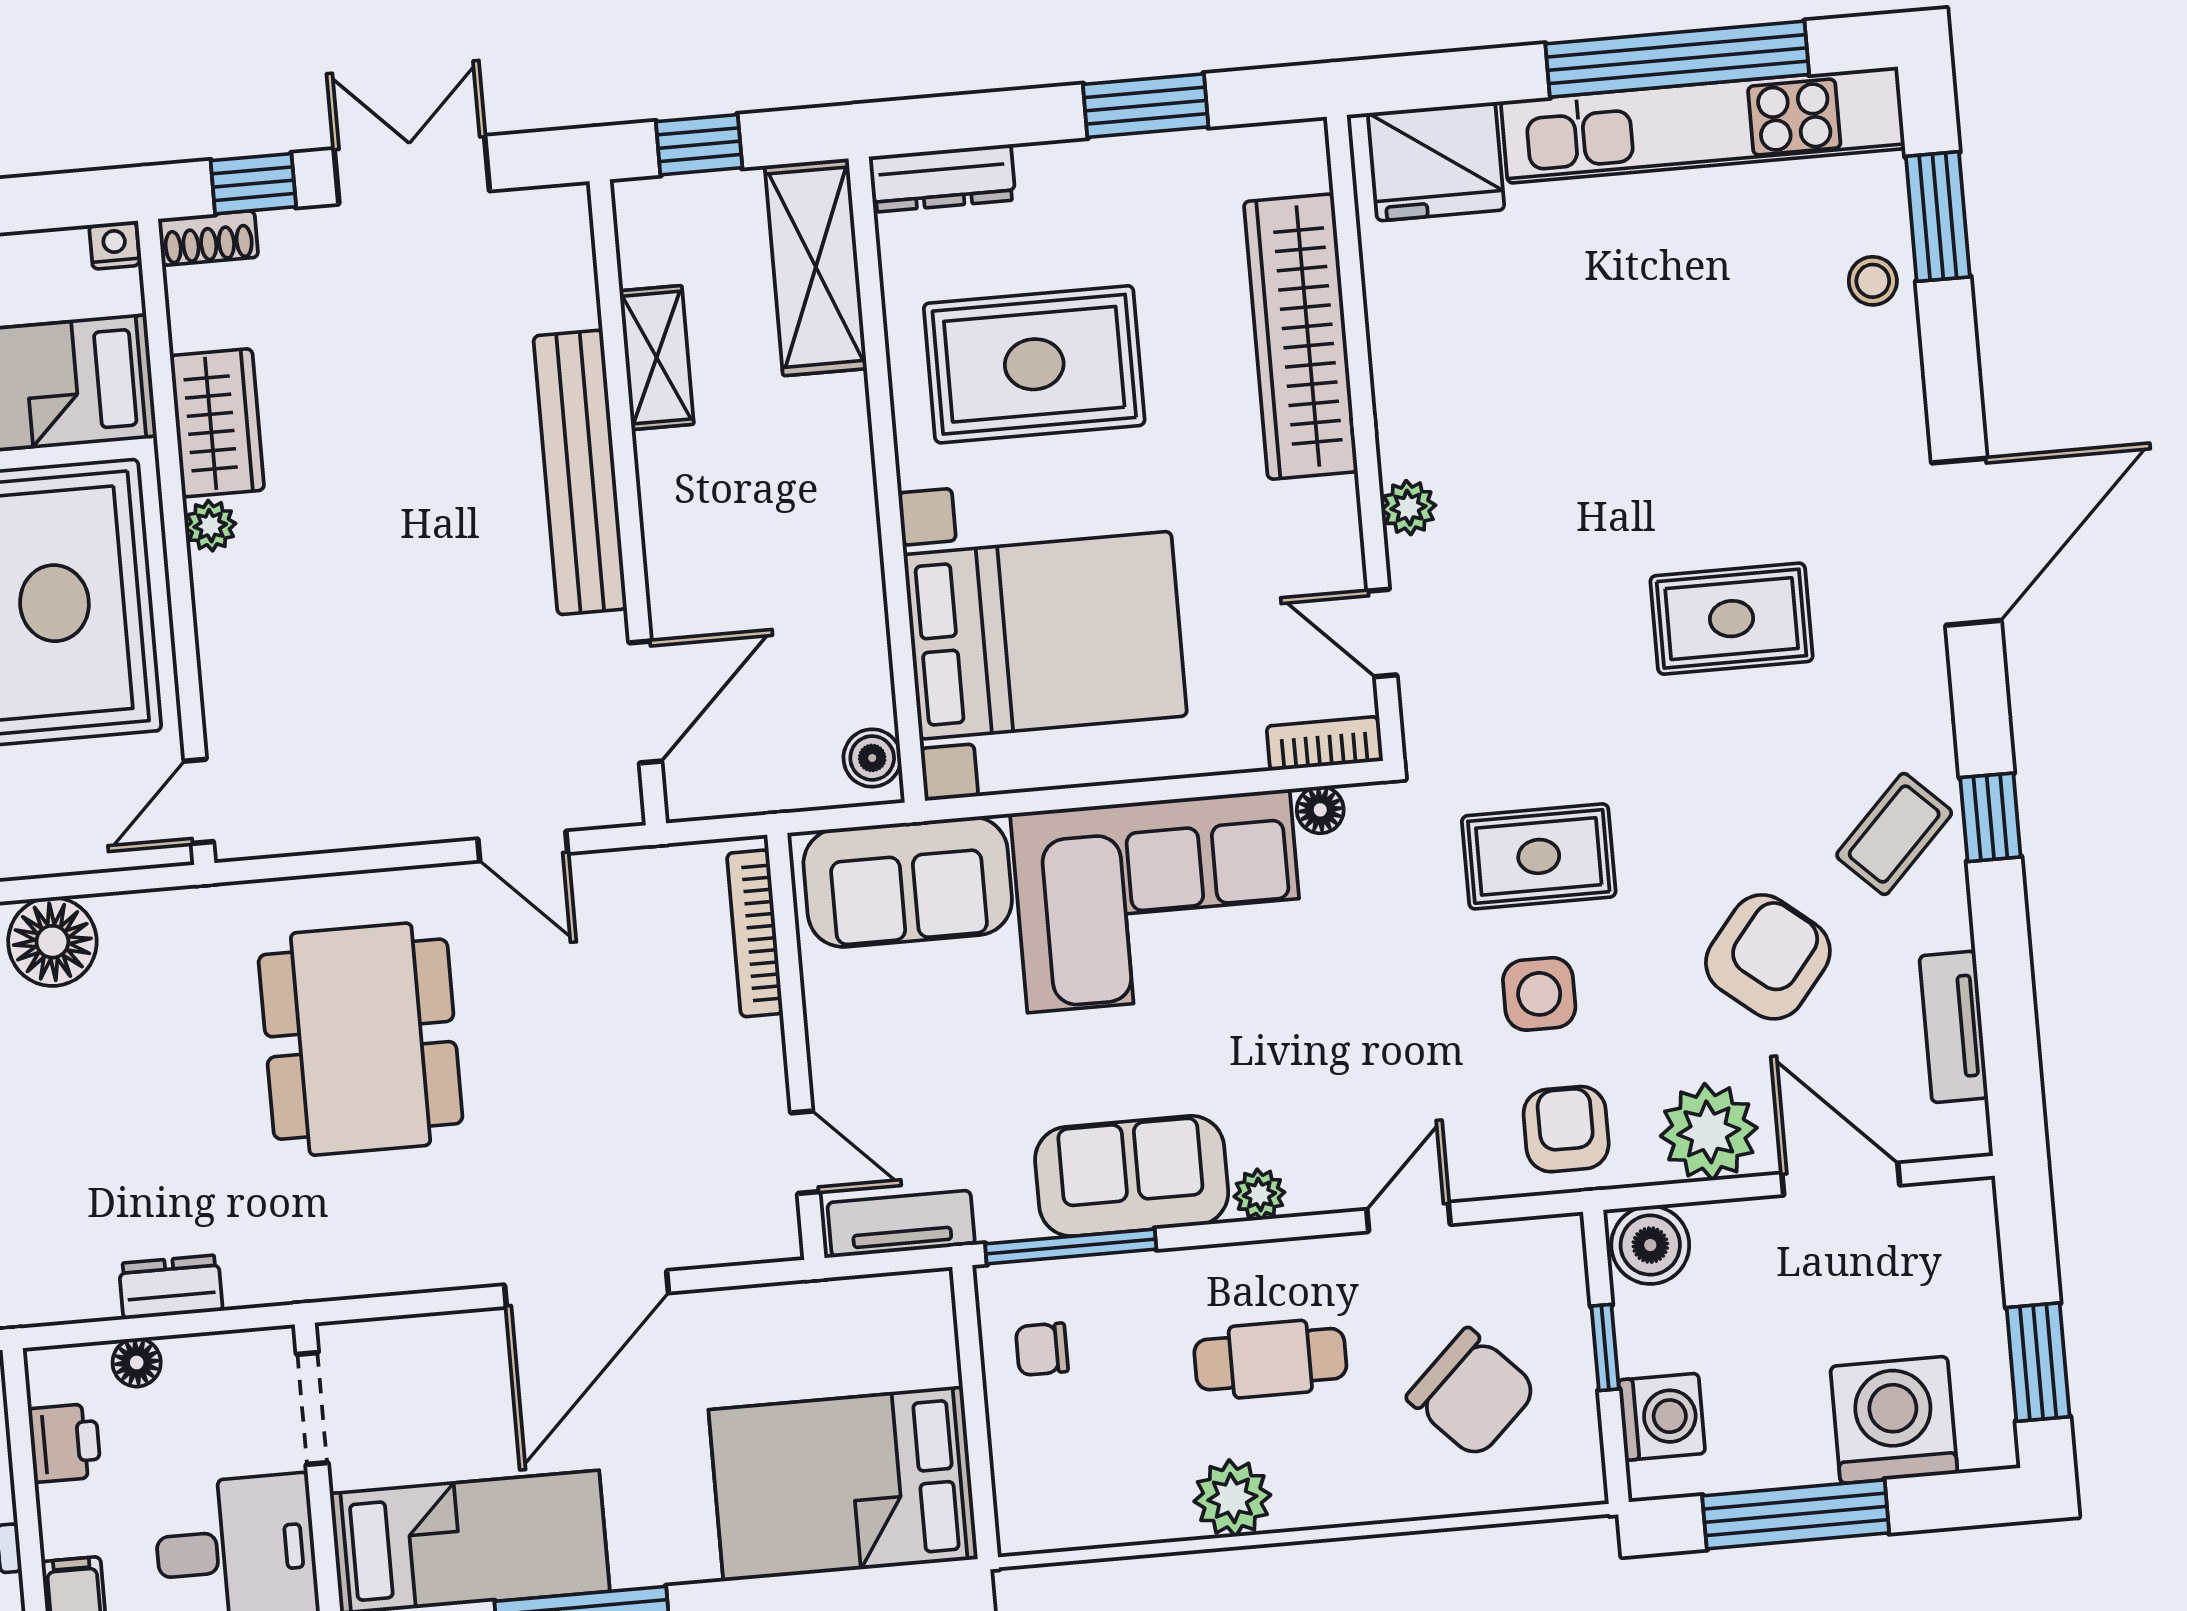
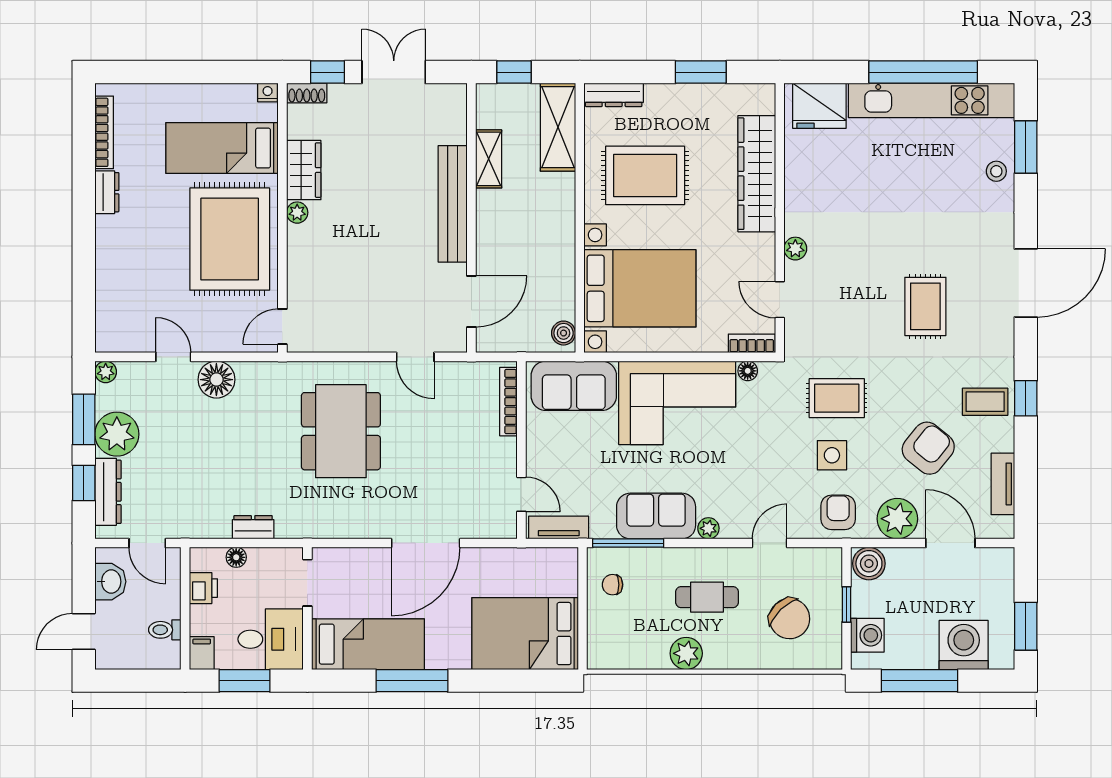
rug: (1732, 619) -> (925, 306), turned 90
coffee table: (1894, 834) -> (985, 402), turned 46

